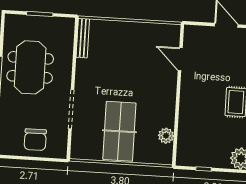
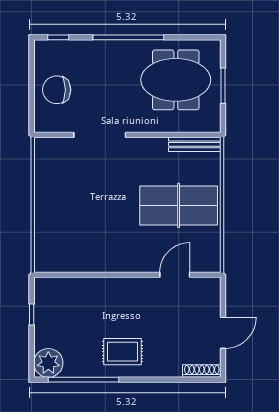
meeting table: (30, 67) -> (176, 80), moved
table tennis table: (119, 131) -> (179, 205), moved
plant: (166, 136) -> (72, 262), removed

